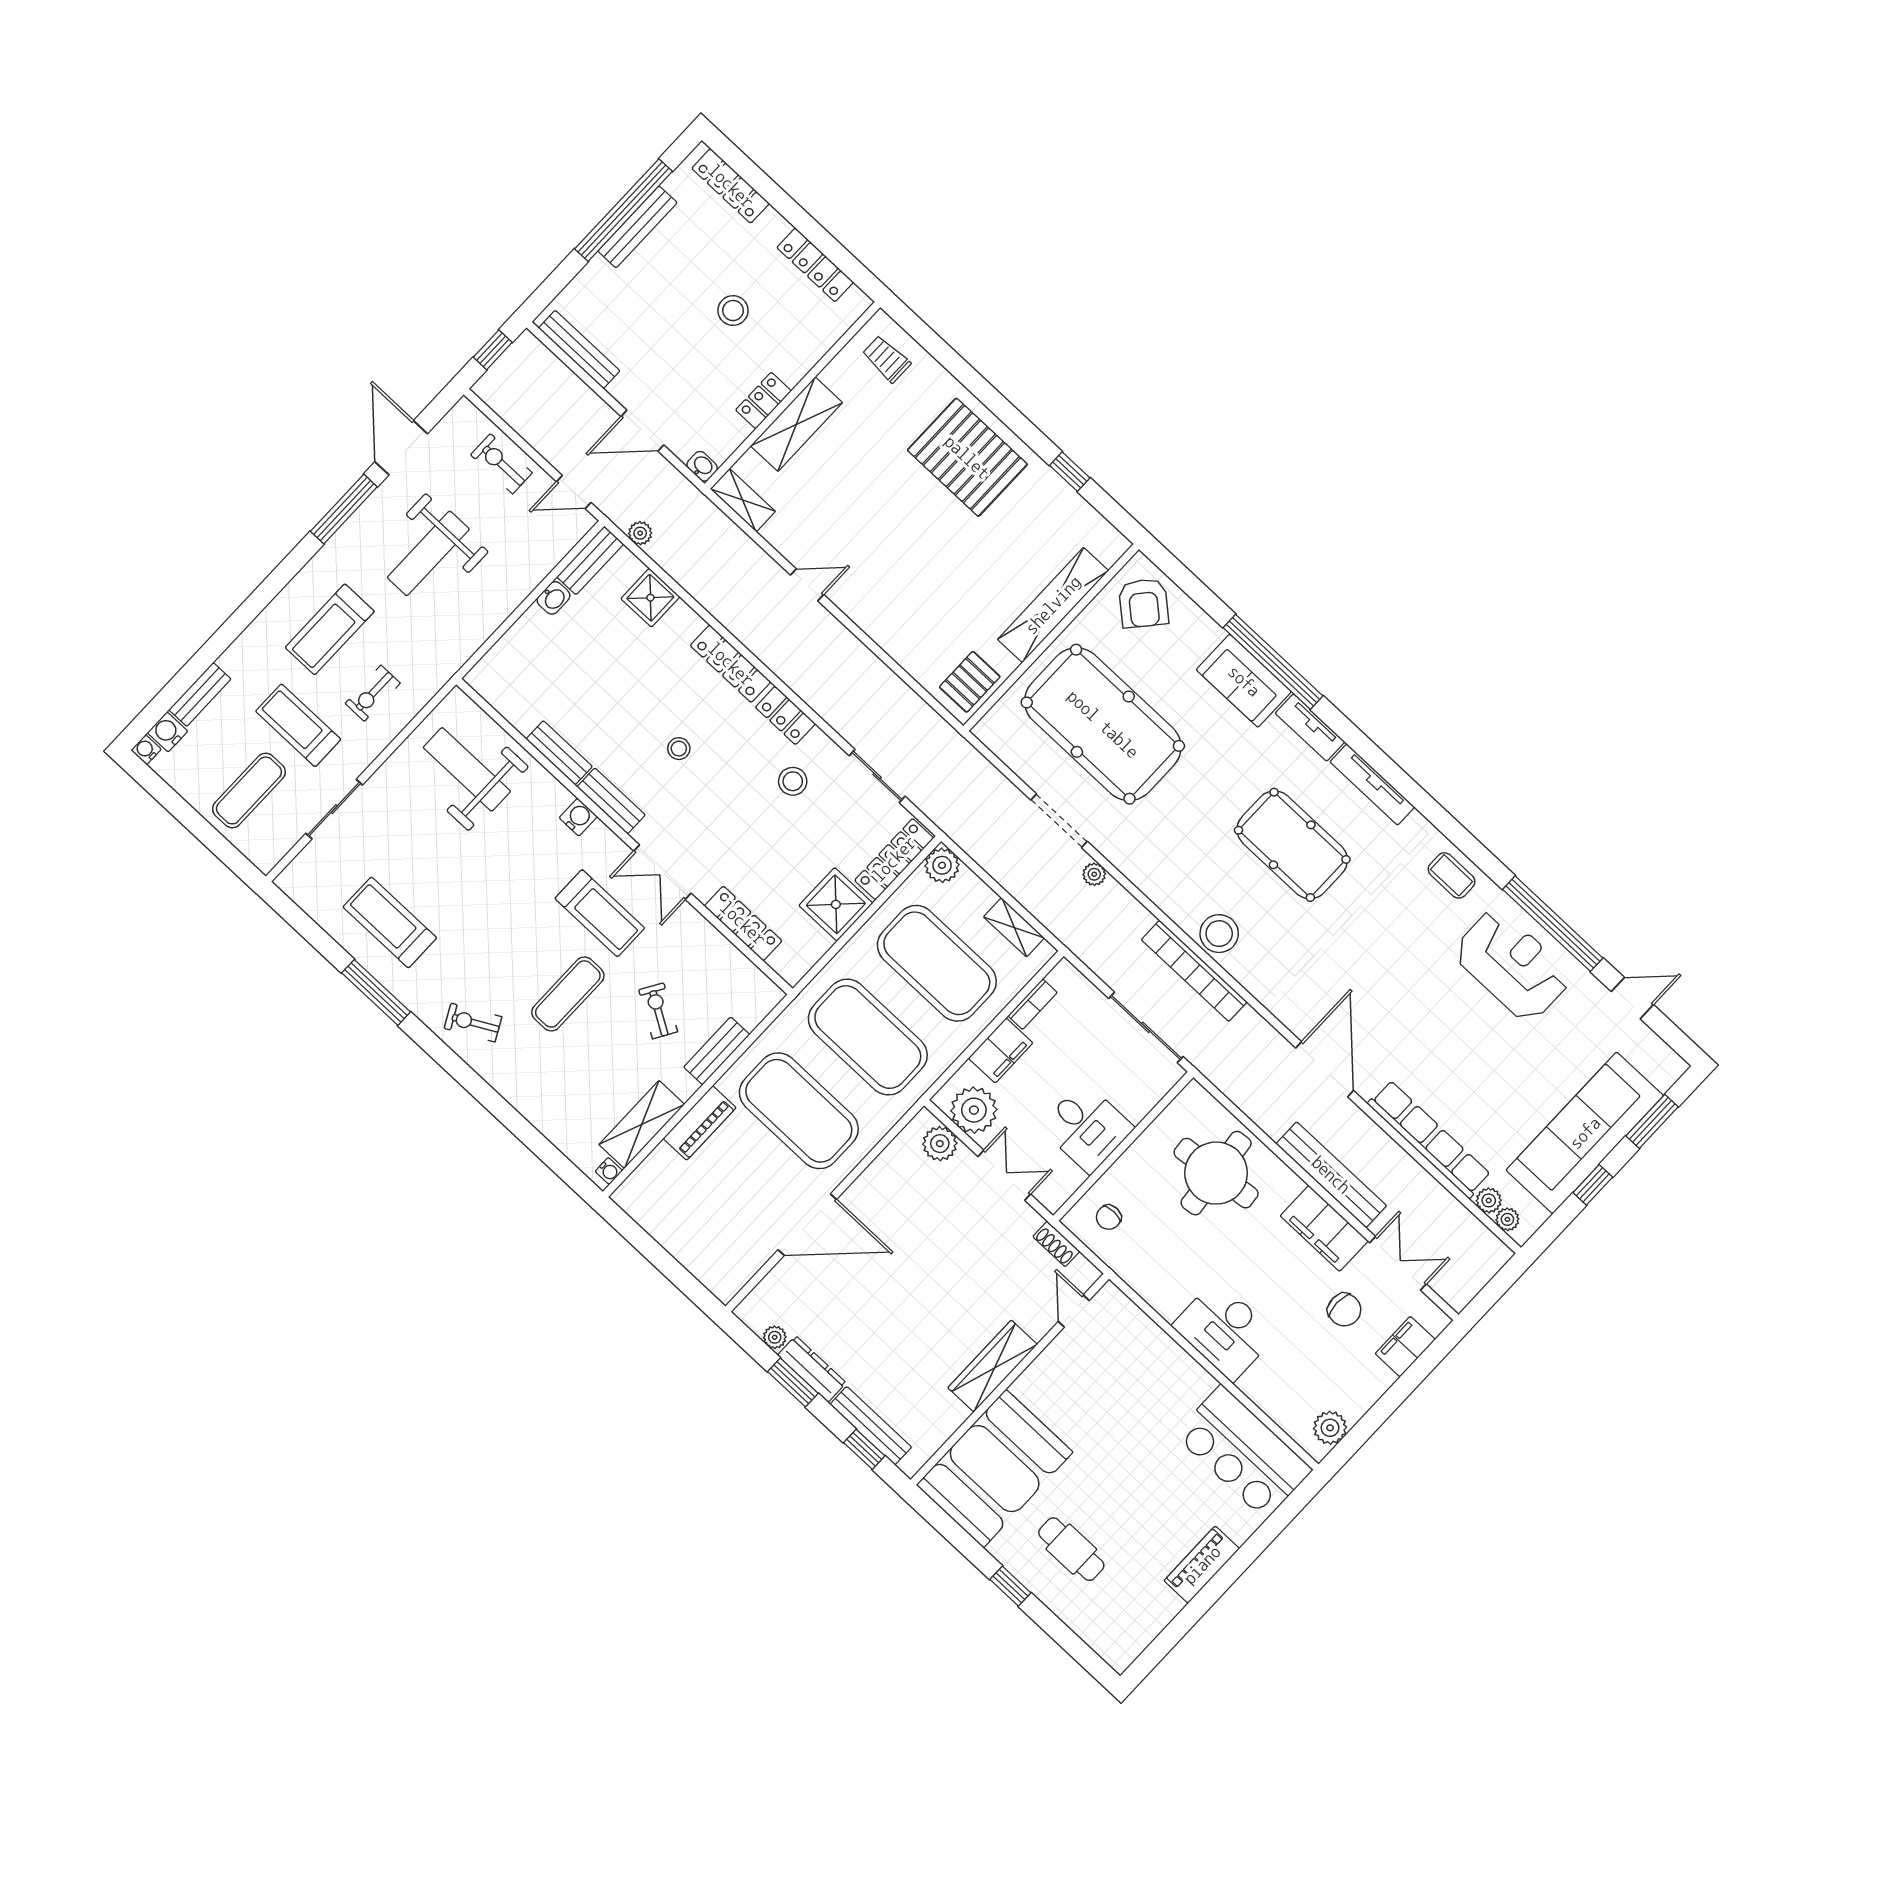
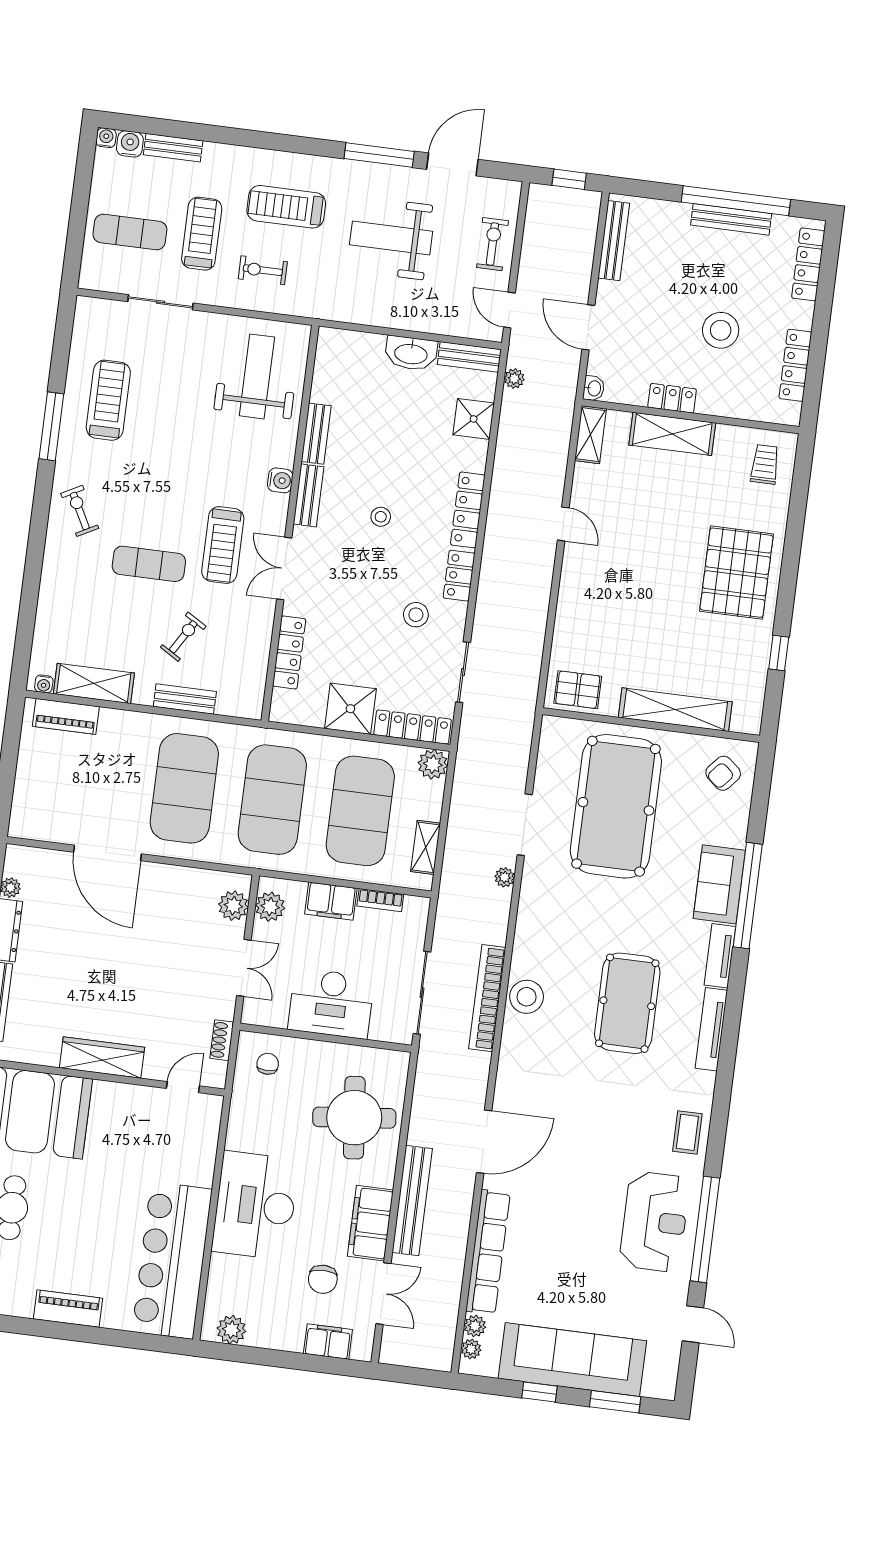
stool: (733, 311) -> (721, 330), width x1.38, depth x1.38
washbasin: (553, 598) -> (411, 353), width x1.91, depth x1.45
armchair: (1144, 603) -> (723, 773), width x0.72, depth x0.72
plant: (974, 1110) -> (270, 907), width x0.73, depth x0.73
piano: (700, 1123) -> (66, 716), moved
desk: (1087, 1127) -> (331, 1003), width x1.37
chair: (1109, 1217) -> (268, 1064), turned 90
desk: (1224, 1330) -> (255, 1206), width x1.36, depth x1.30
bar counter: (1243, 1452) -> (172, 1260), width x1.36

